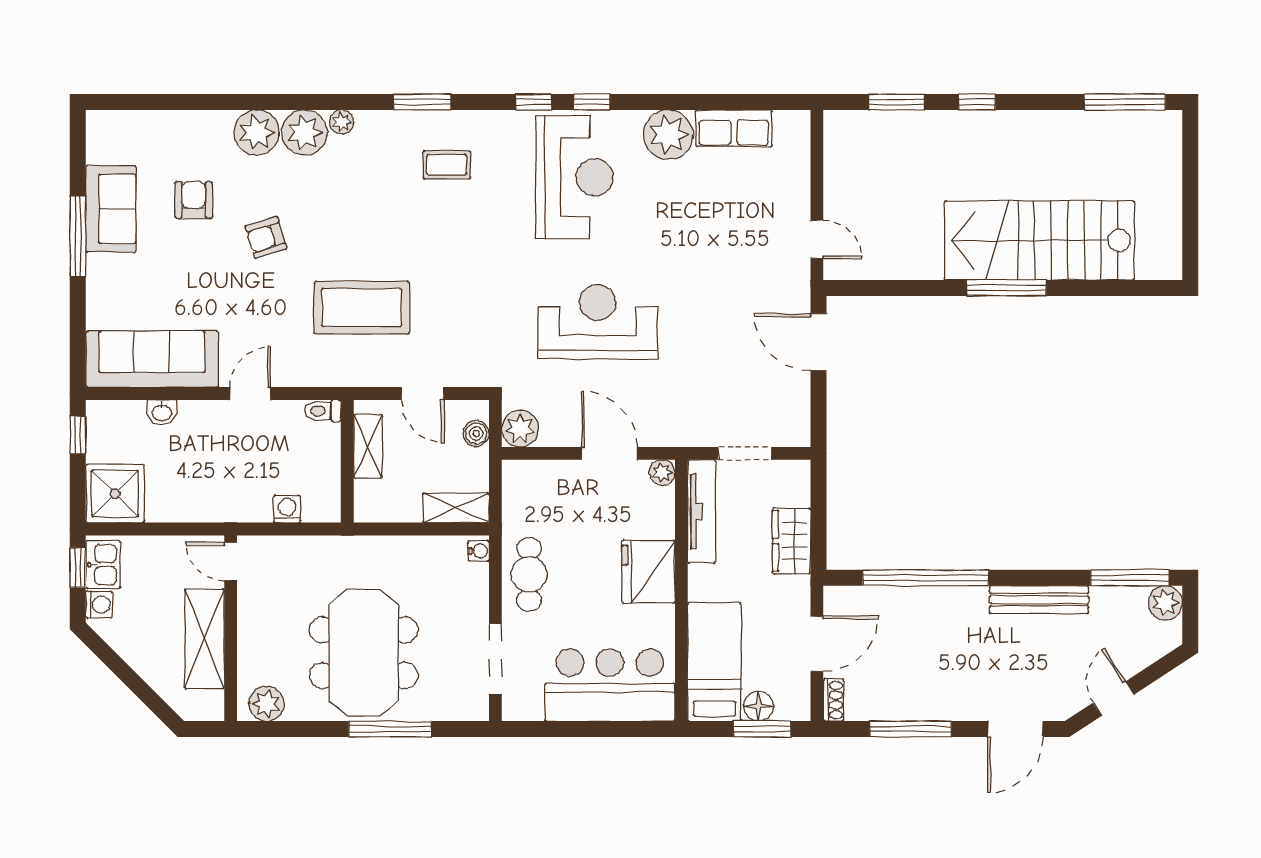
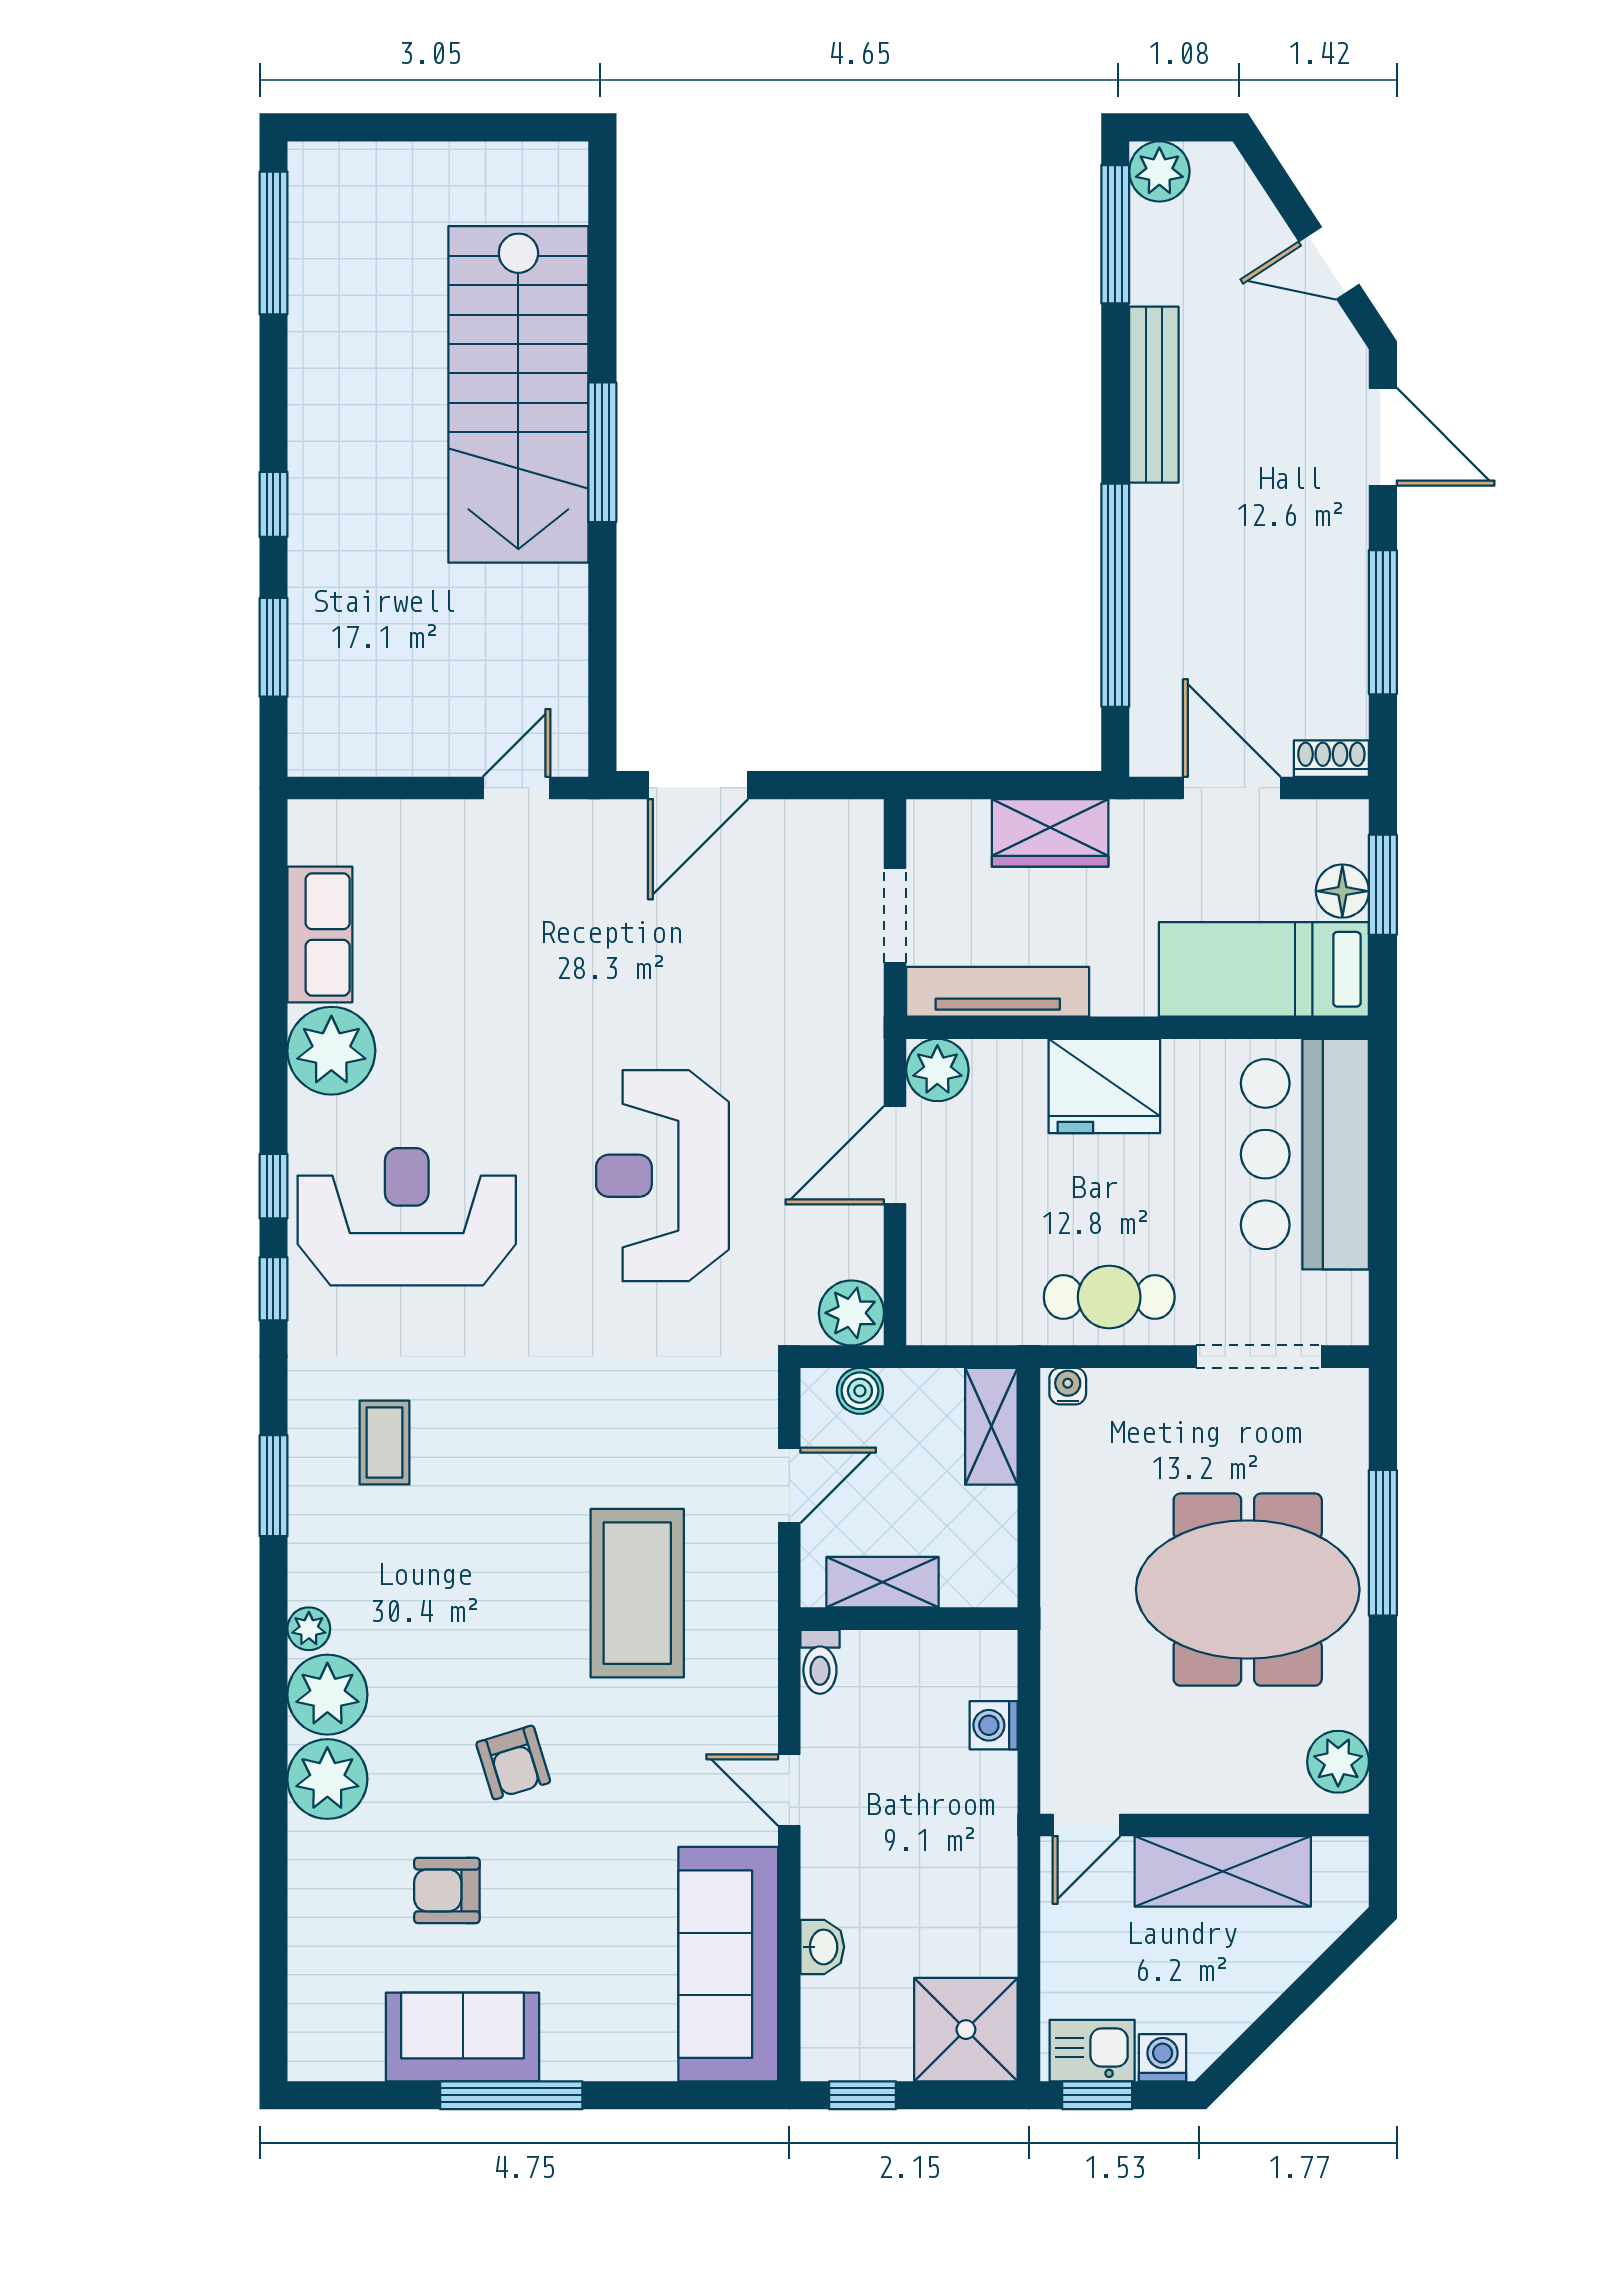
plant: (662, 472) -> (937, 1070), width x1.38, depth x1.38

